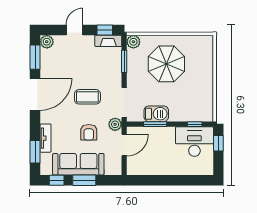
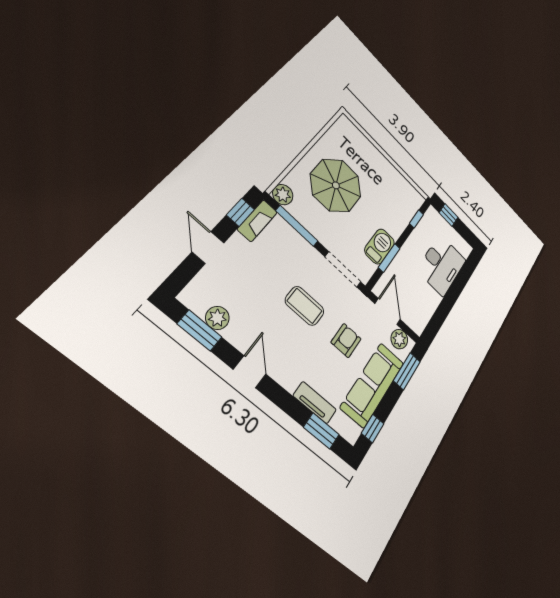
plant: (47, 42) -> (217, 318), moved
window: (124, 61) -> (297, 226), width x1.44
door: (35, 94) -> (250, 372), width x0.53
coffee table: (87, 97) -> (305, 306), turned 90
plant: (115, 124) -> (399, 339), moved
armchair: (89, 132) -> (346, 341), turned -90
desk: (194, 142) -> (442, 265), moved, turned 180
window: (84, 180) -> (407, 371), moved

